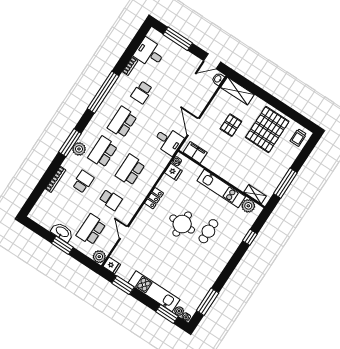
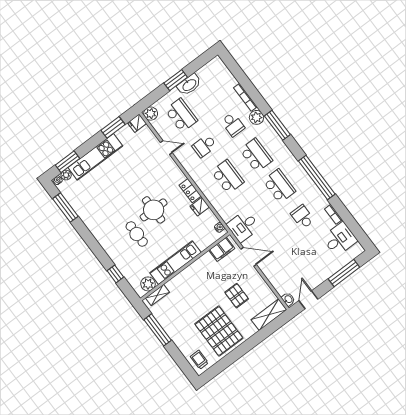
plant: (79, 149) -> (256, 117), moved
fridge: (173, 172) -> (200, 207), moved

